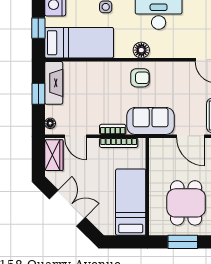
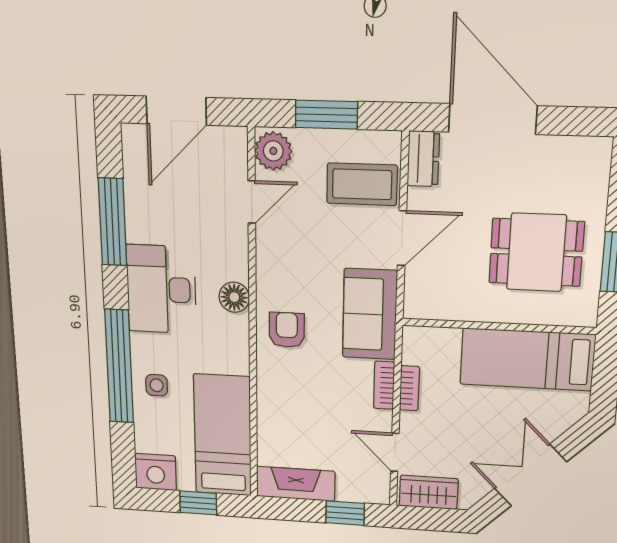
floor lamp: (141, 50) -> (234, 297), moved
window: (38, 94) -> (345, 513), moved
floor lamp: (50, 123) -> (370, 495), removed
door: (76, 136) -> (395, 452), swing flipped
bookcase: (119, 143) -> (409, 388), width x0.64

